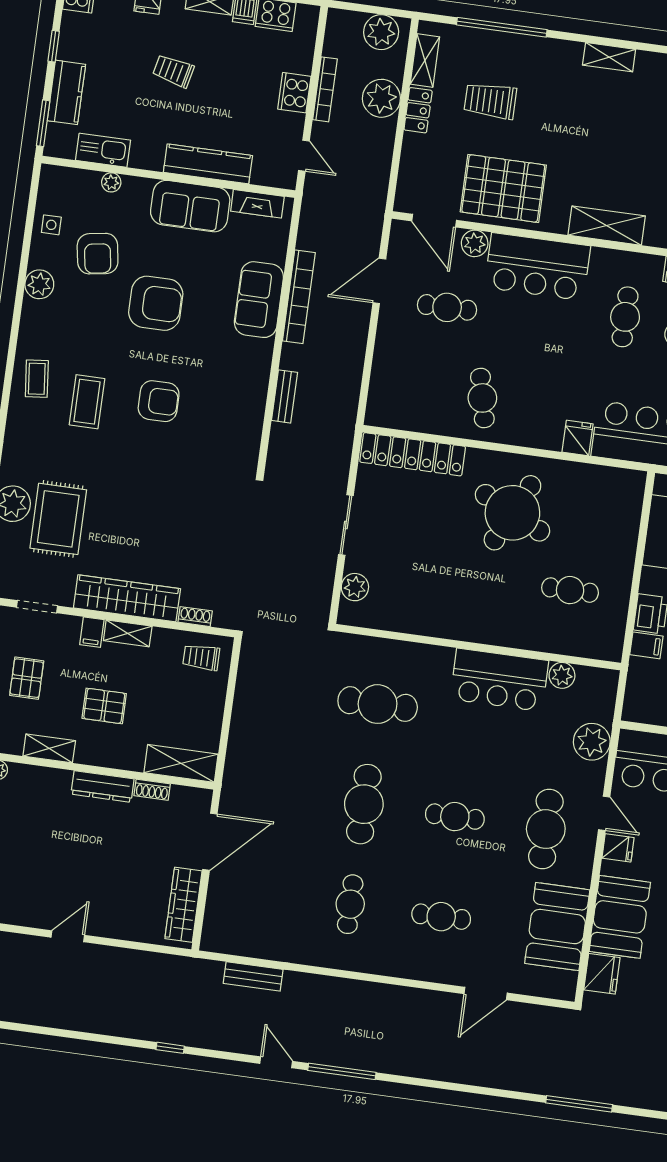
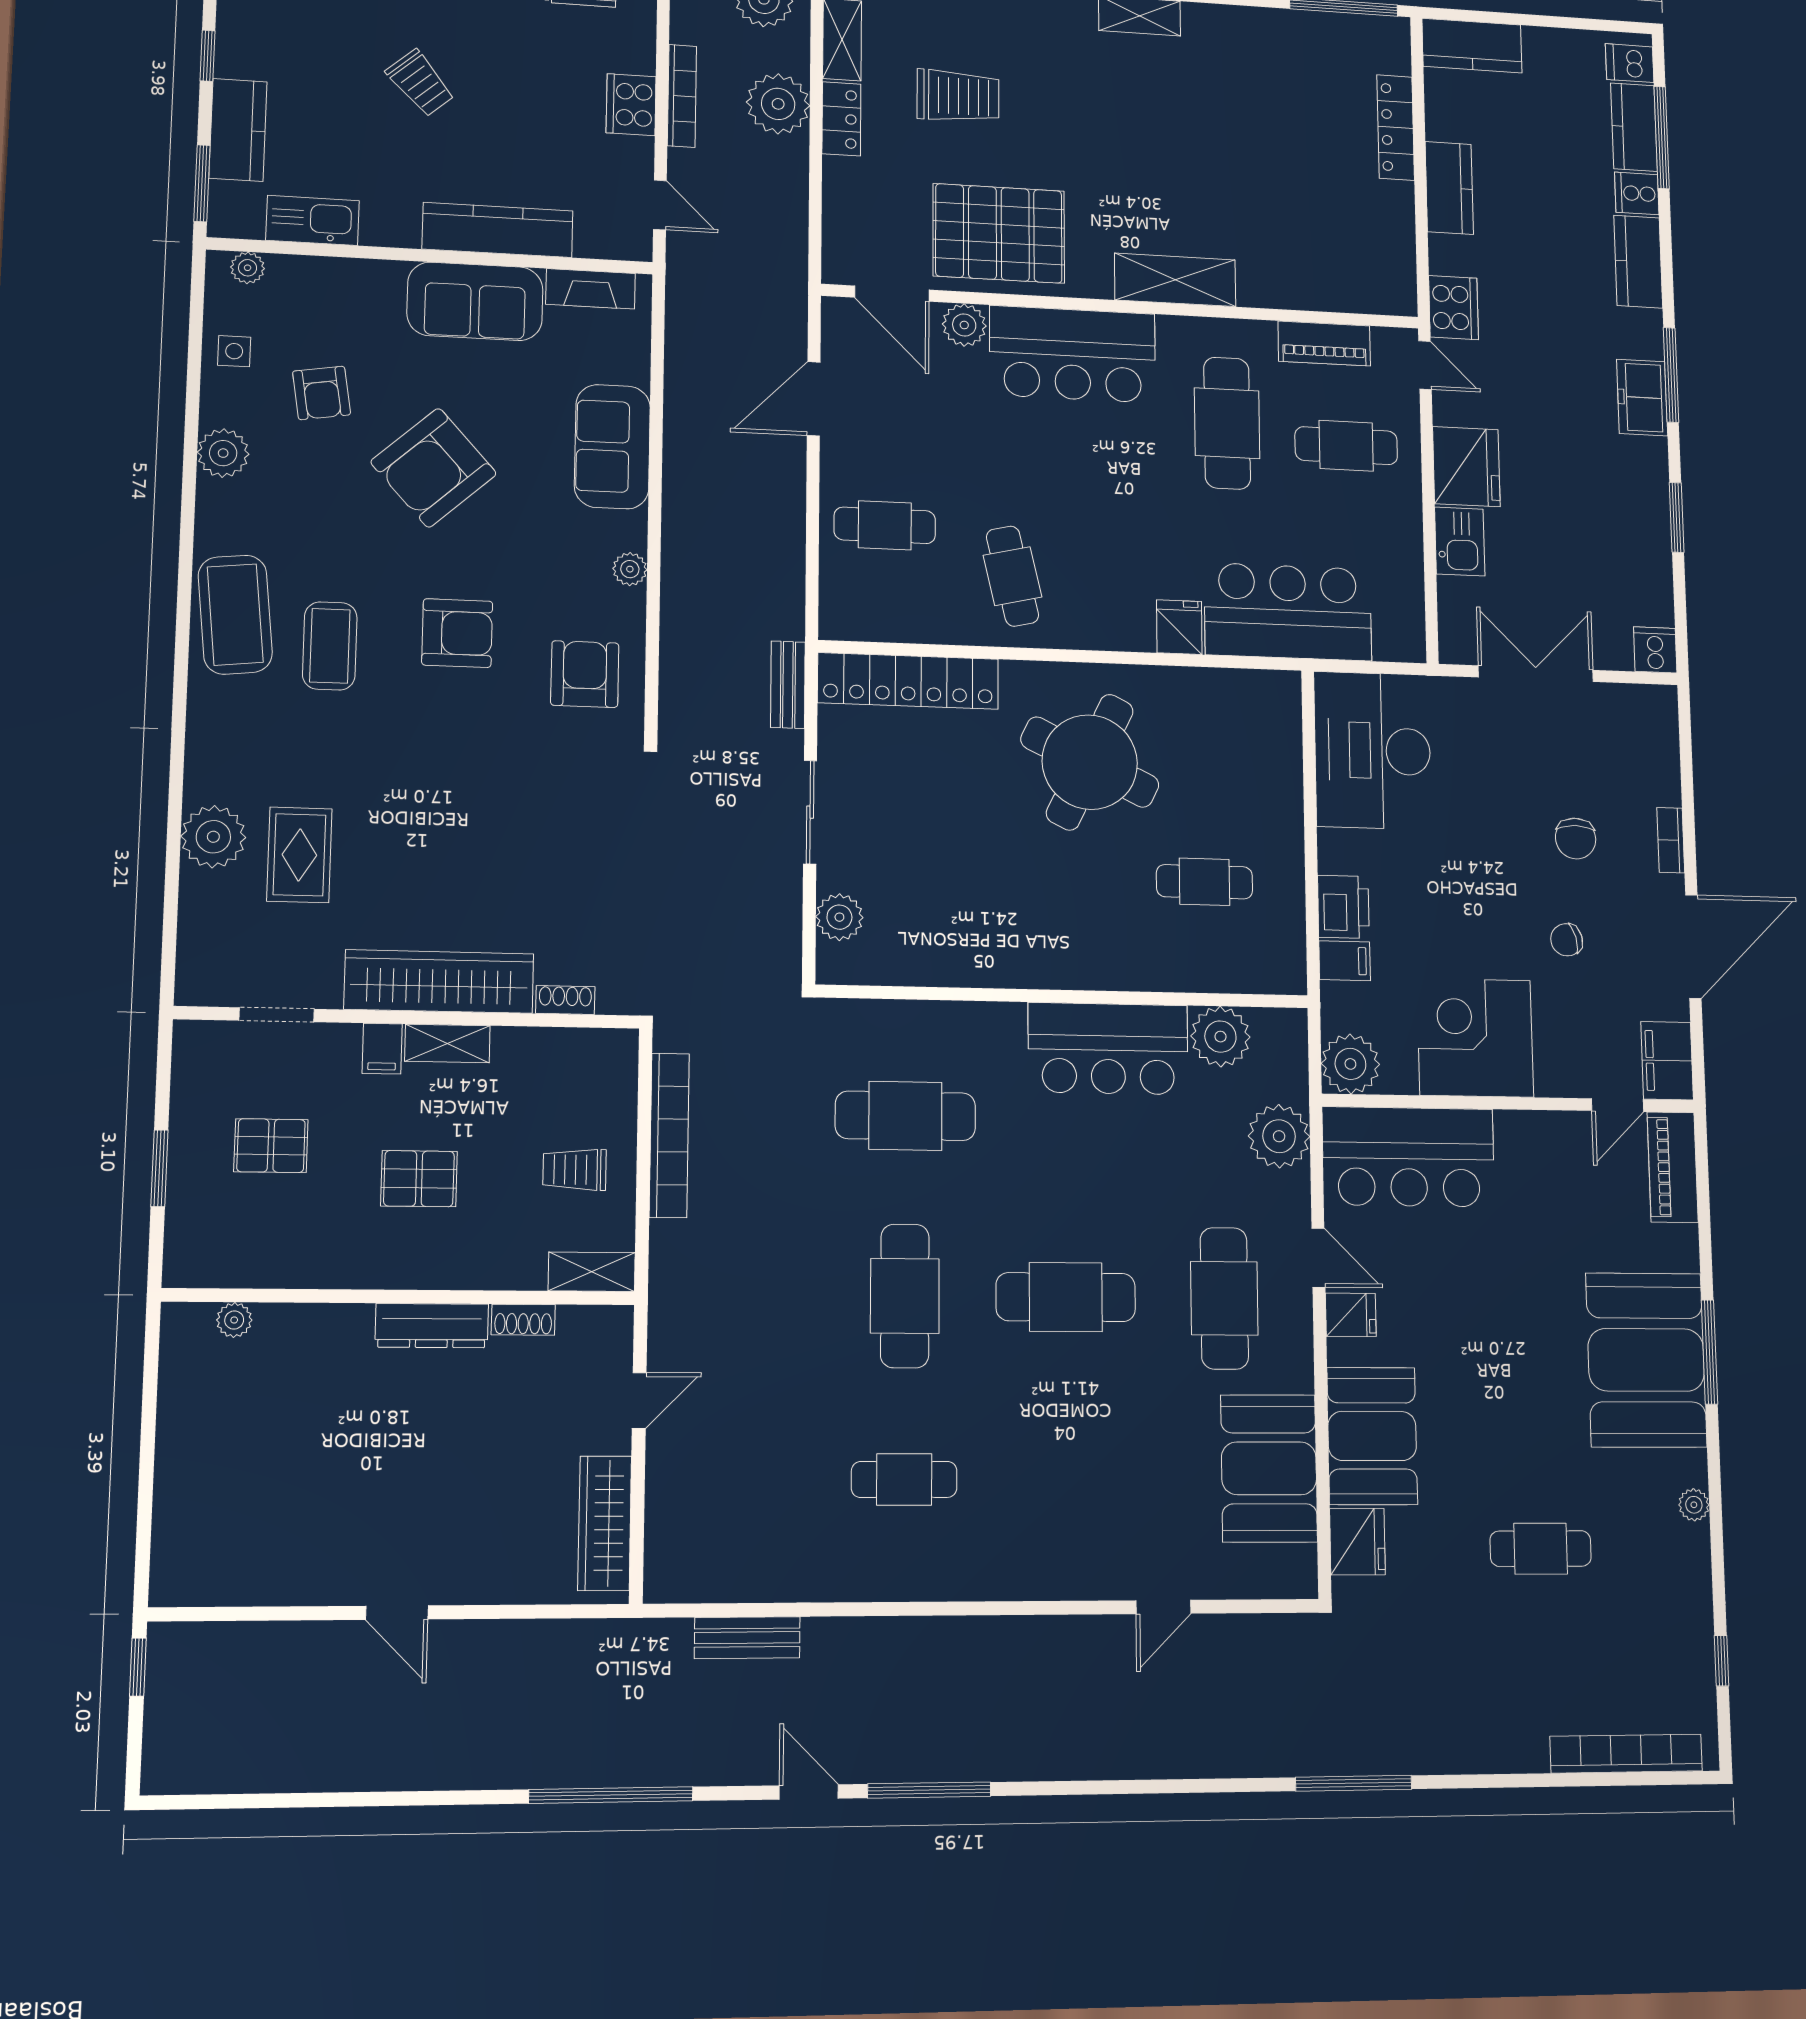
trolley: (173, 71) -> (420, 83), turned -144
trolley: (490, 101) -> (958, 96), turned 180
plant: (111, 182) -> (248, 268), moved
armchair: (98, 254) -> (322, 393), width x0.72, depth x0.72
bookcase: (299, 297) -> (669, 1135), moved
armchair: (156, 303) -> (433, 468), turned 138
cafe table: (447, 307) -> (885, 525), moved
cafe table: (625, 317) -> (1227, 423), width x1.37, depth x1.35
plant: (260, 373) -> (630, 569), added
coffee table: (37, 379) -> (235, 615), width x1.86, depth x1.72
bench: (285, 396) -> (788, 685), moved
armchair: (228, 432) -> (585, 674), added
rug: (58, 519) -> (299, 855), width x0.73, depth x0.70
trolley: (201, 657) -> (574, 1170), moved
plant: (562, 675) -> (1220, 1037), width x1.36, depth x1.36
pallet: (27, 678) -> (271, 1146), turned 90
plant: (640, 705) -> (1350, 1064), added
shelving: (49, 748) -> (326, 1268), removed
shelving: (181, 763) -> (592, 1272), width x0.67, depth x0.75
cafe table: (455, 817) -> (1066, 1297), width x1.37, depth x1.35
door: (210, 842) -> (639, 1400), width x0.53
cafe table: (350, 904) -> (904, 1479), turned 90
cafe table: (441, 917) -> (1067, 1479), removed
door: (68, 936) -> (397, 1613), swing flipped
door: (486, 993) -> (1163, 1607), width x0.73
window: (170, 1048) -> (611, 1795), width x3.17

